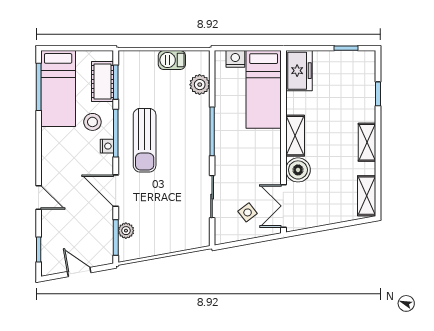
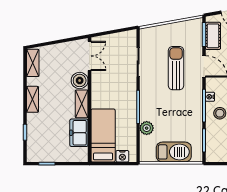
barbecue: (172, 60) -> (174, 152), width x1.88, depth x1.53
freezer: (299, 71) -> (79, 133), moved
cot: (102, 81) -> (213, 36), moved
plant: (200, 85) -> (147, 128), moved
sun lounger: (145, 140) -> (176, 68), moved
side table: (248, 212) -> (114, 51), removed
plant: (126, 231) -> (197, 39), removed

